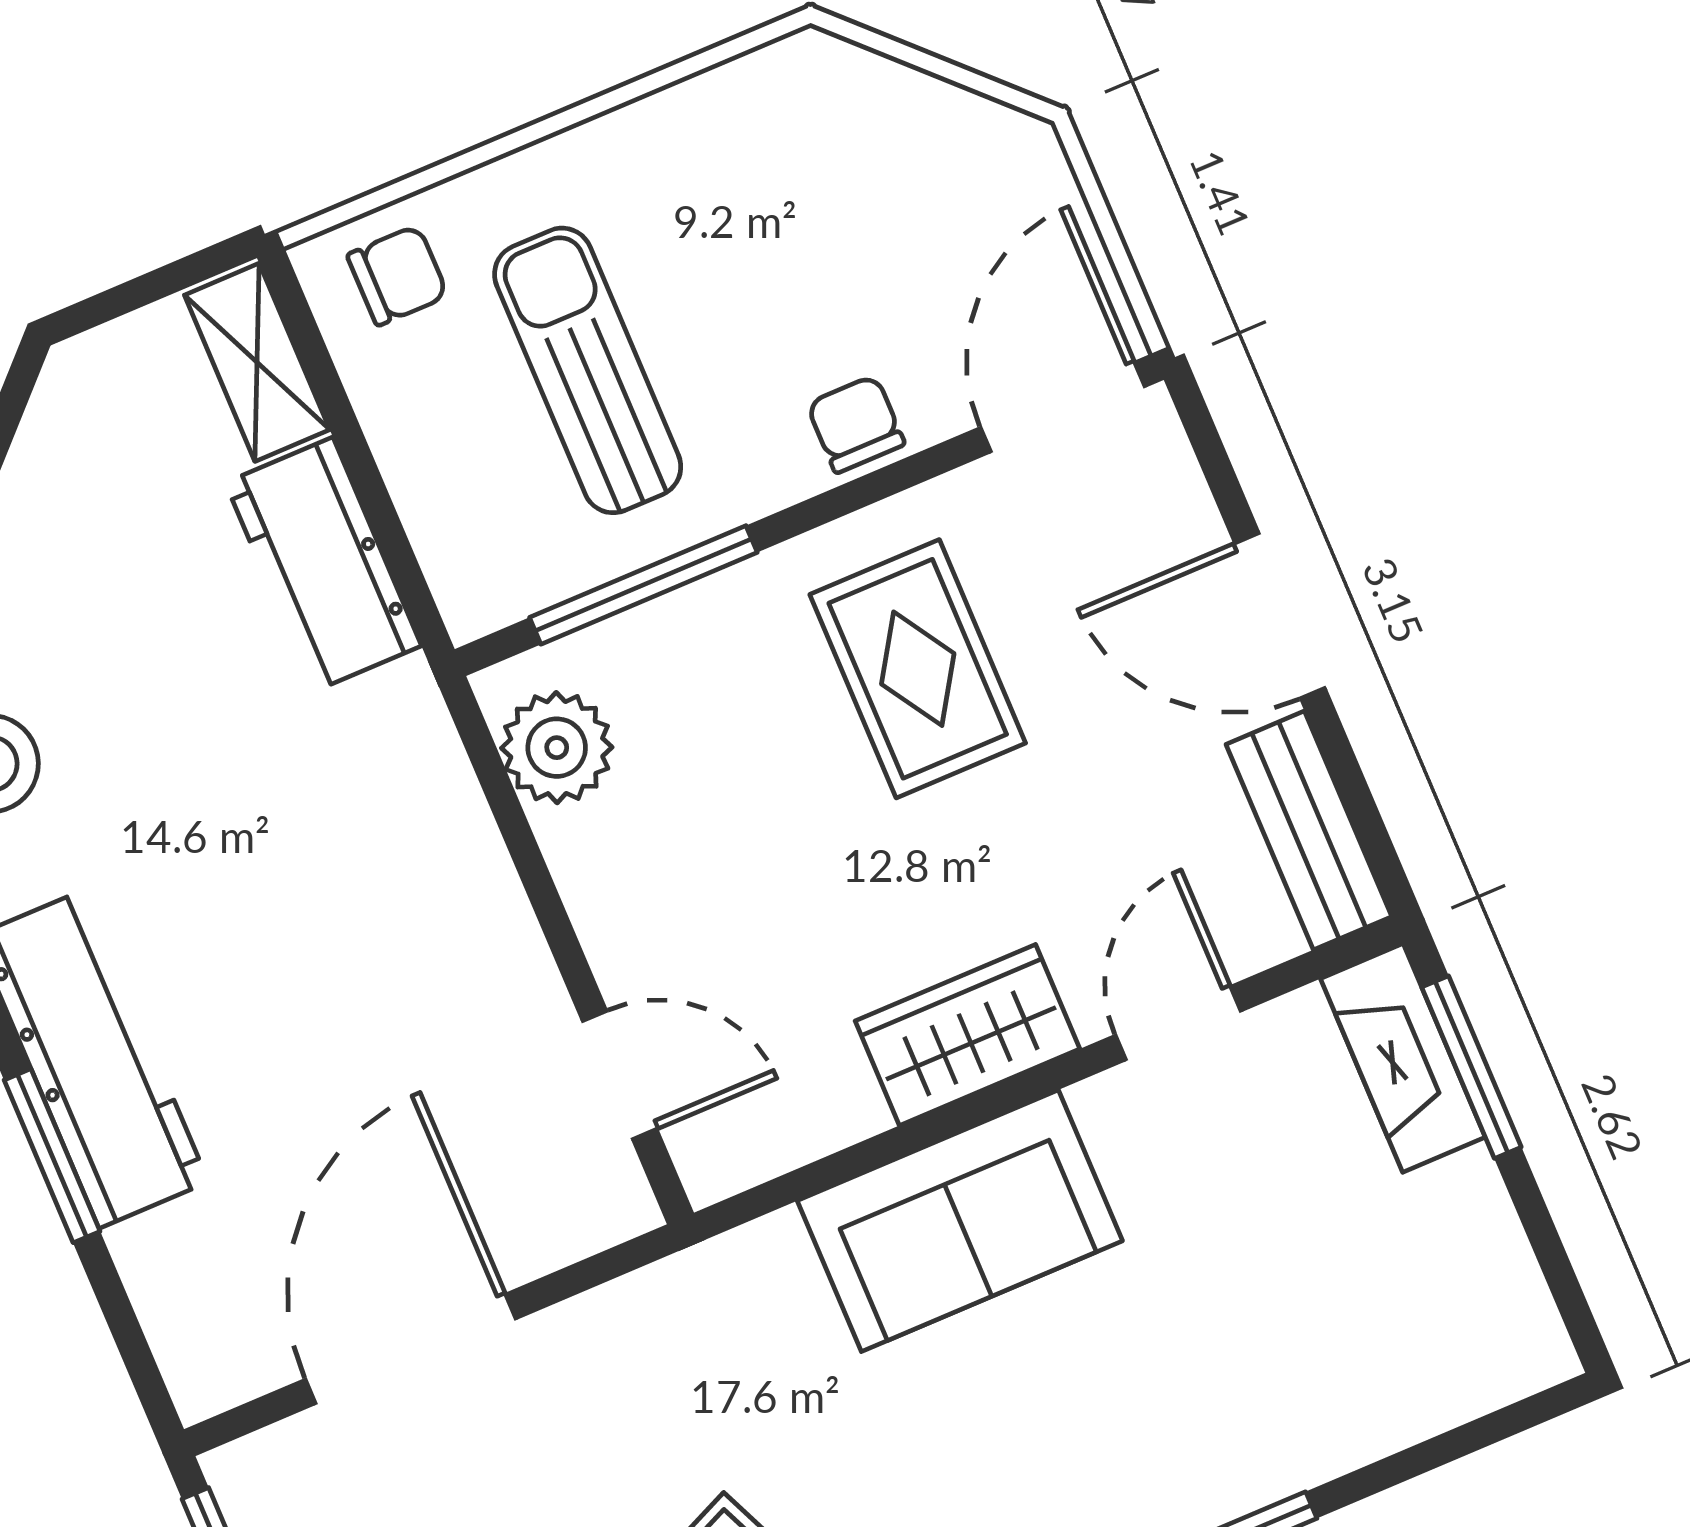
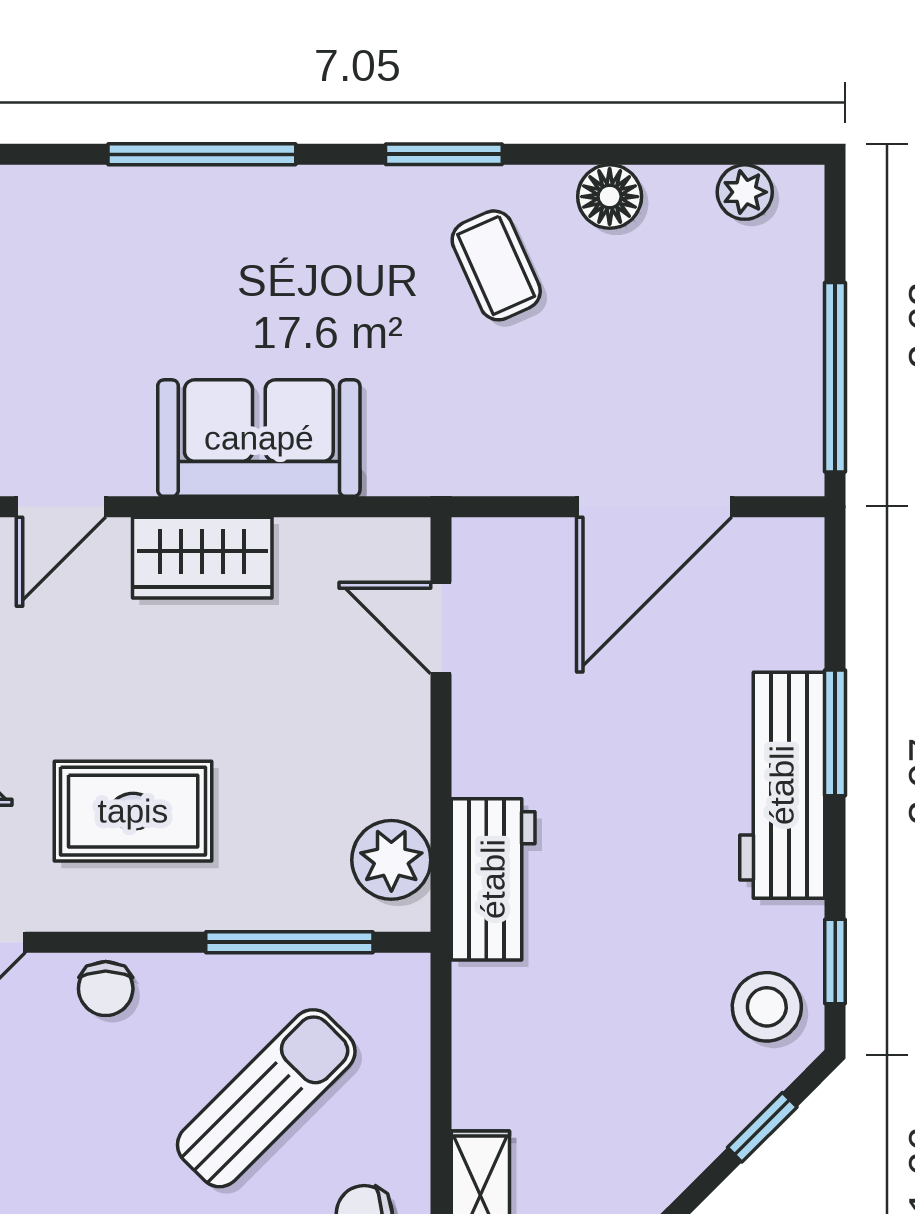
sun lounger: (588, 370) -> (266, 1098), turned -135
workbench: (323, 564) -> (493, 879), moved
rug: (918, 669) -> (133, 811), turned 90

